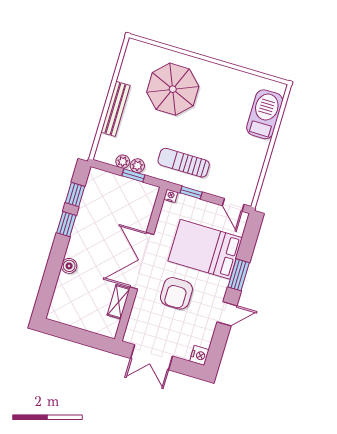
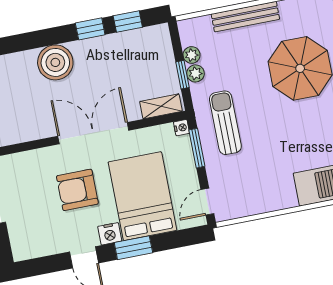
window: (191, 192) -> (197, 148), width x1.50
boiler: (69, 266) -> (55, 62), width x1.86, depth x1.86
shelving: (119, 302) -> (161, 106), moved
nightstand: (199, 355) -> (110, 234), moved

